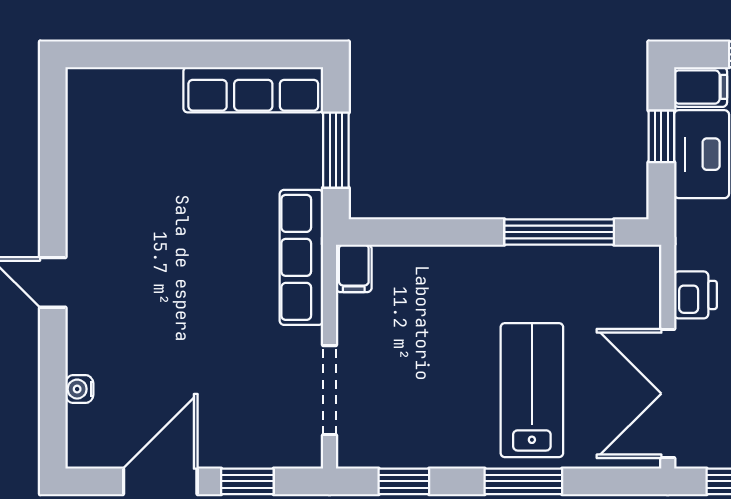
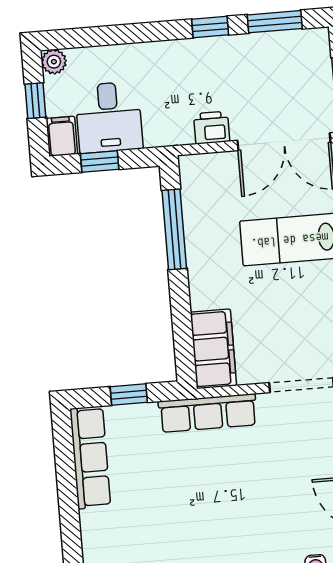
window: (336, 150) -> (129, 395), width x0.67
filing cabinet: (354, 268) -> (213, 349), width x3.00, depth x1.17

